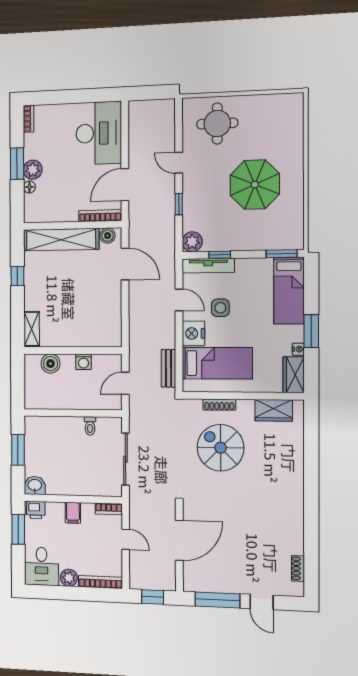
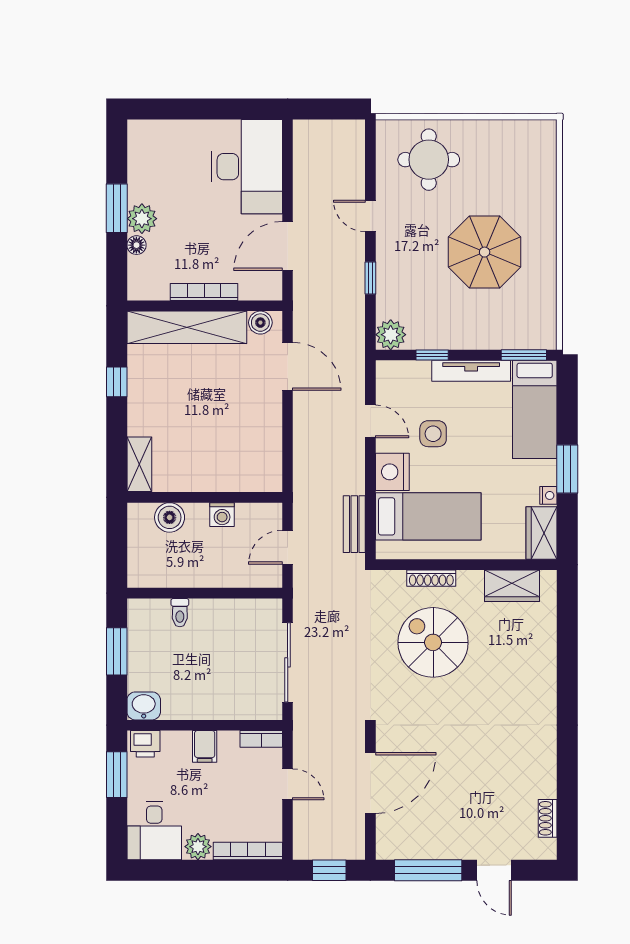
bookcase: (28, 119) -> (135, 140), removed
bookcase: (100, 216) -> (204, 292), moved
tv unit: (208, 266) -> (471, 371), moved
toilet: (90, 426) -> (180, 613), moved

